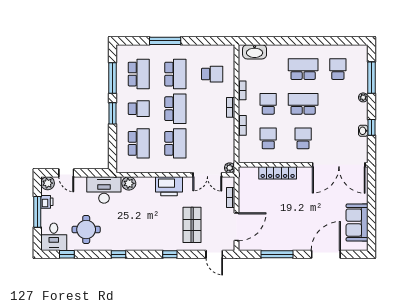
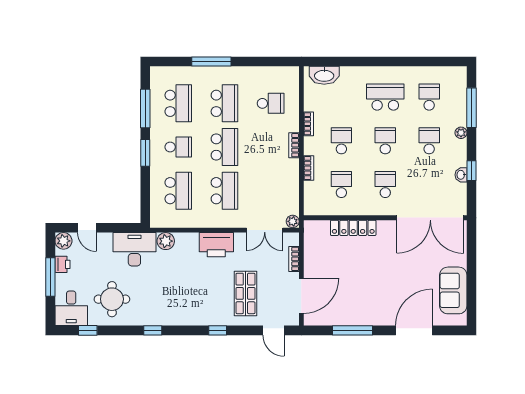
school desk: (303, 104) -> (385, 141), width x0.54
school desk: (338, 104) -> (429, 141), added

